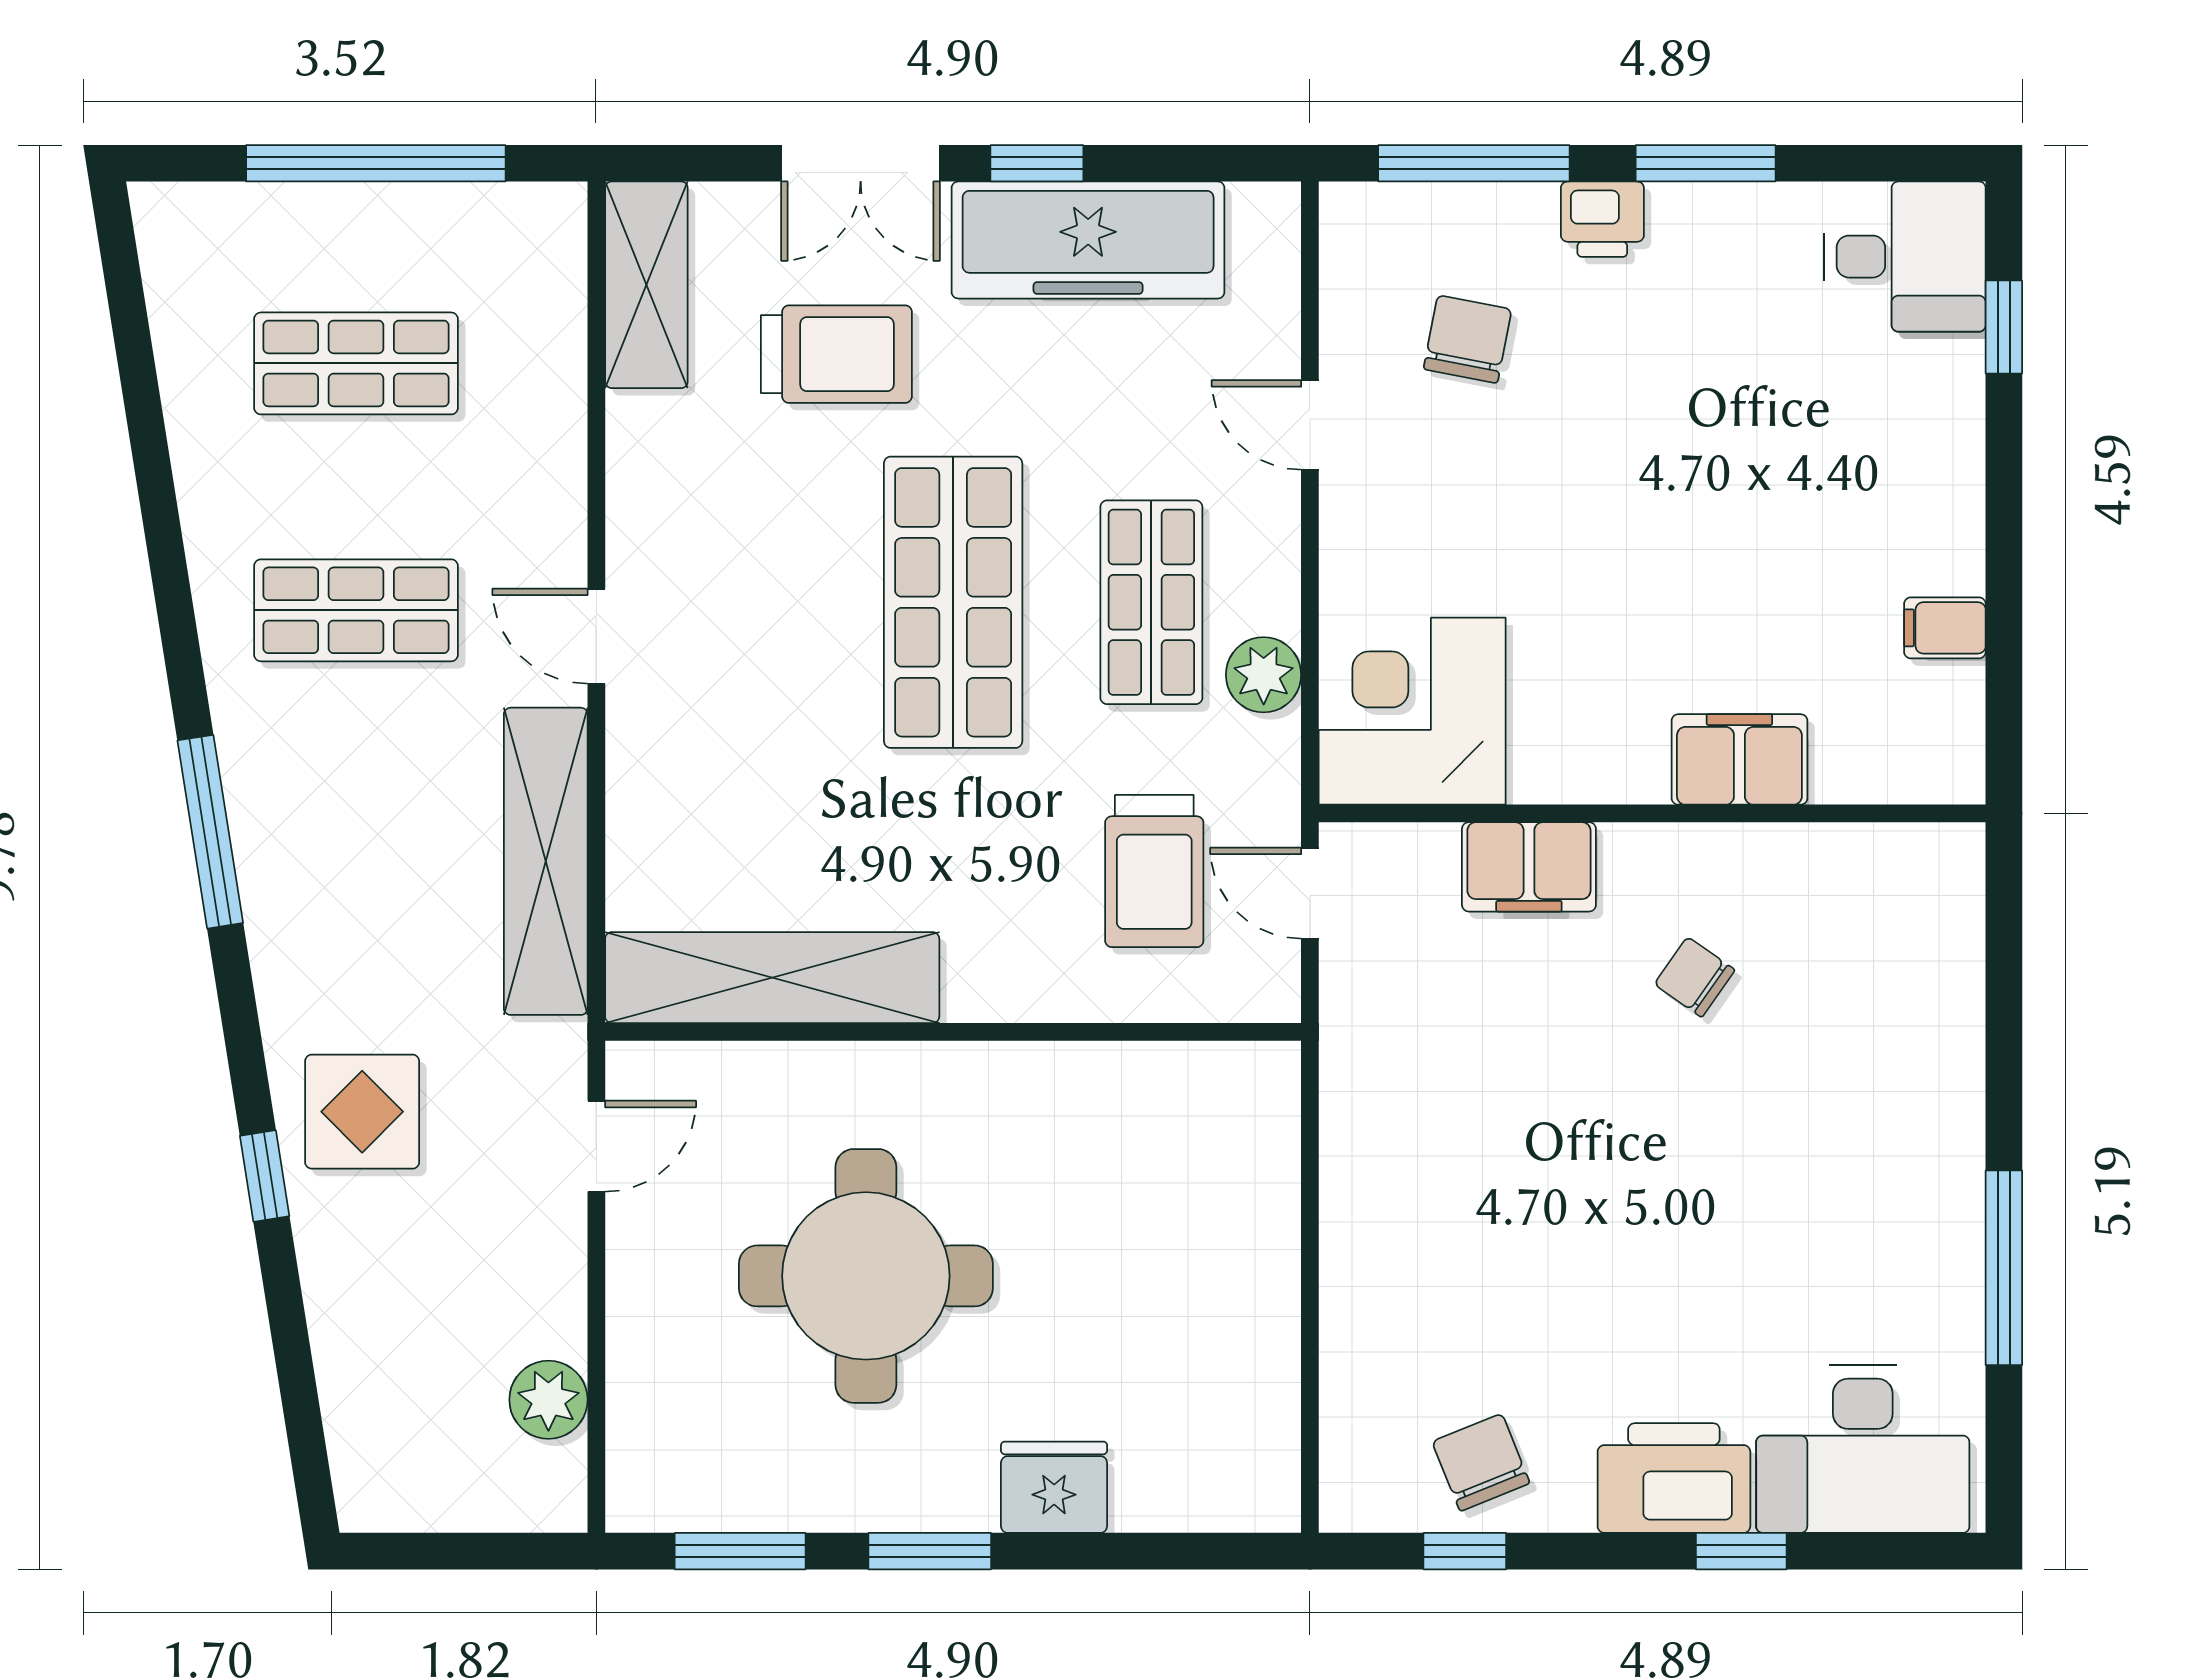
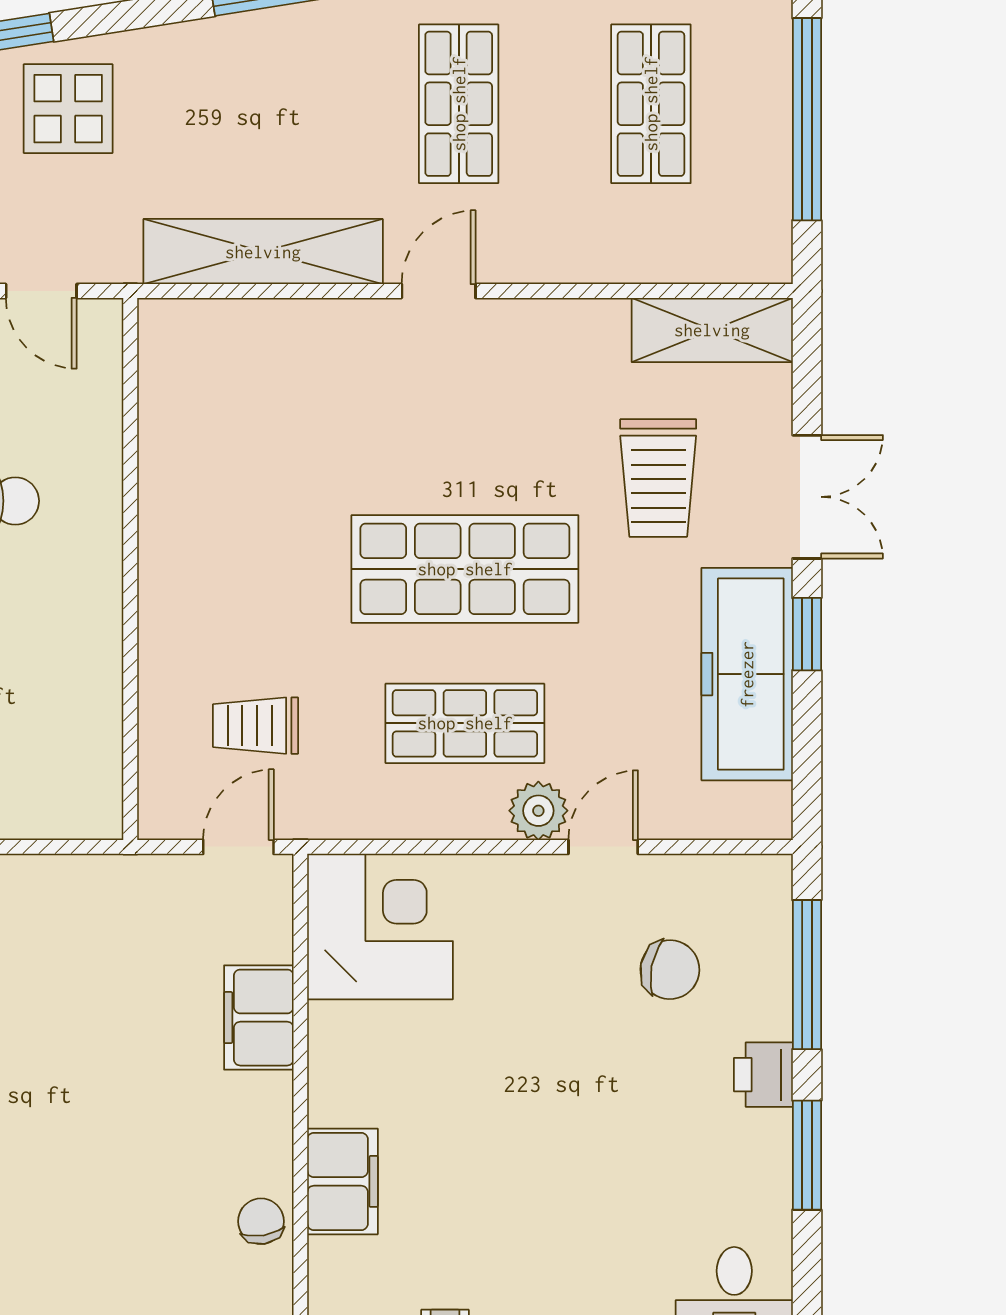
double door: (861, 163) -> (807, 497), swing flipped
plant: (1264, 675) -> (538, 811), moved
trolley: (1154, 871) -> (256, 726), width x0.73, depth x0.72
chair: (1695, 977) -> (261, 1221), moved, turned -44
shelving: (772, 978) -> (173, 428), removed

